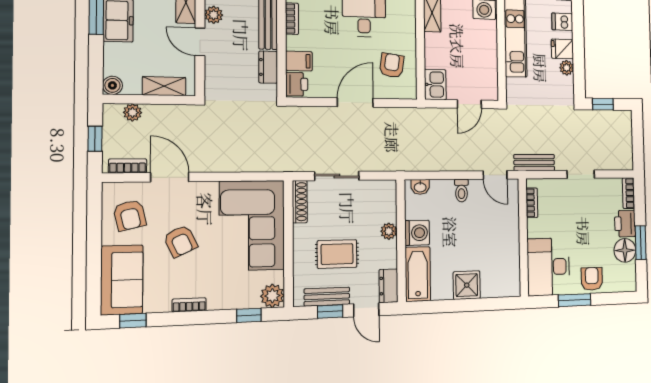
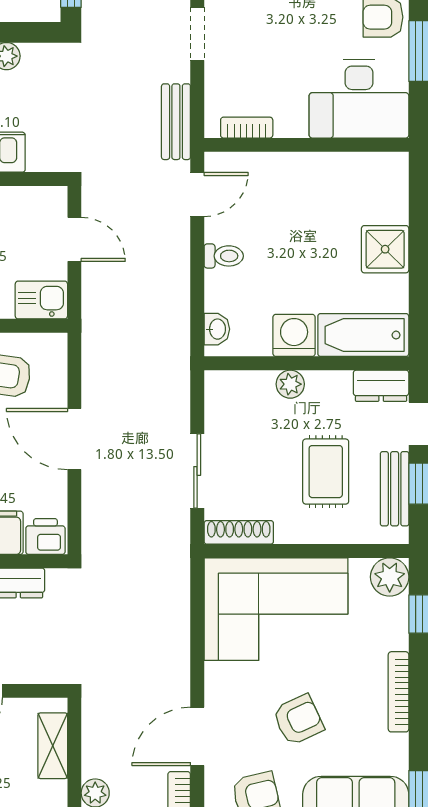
bookcase: (189, 305) -> (399, 692), width x1.56

